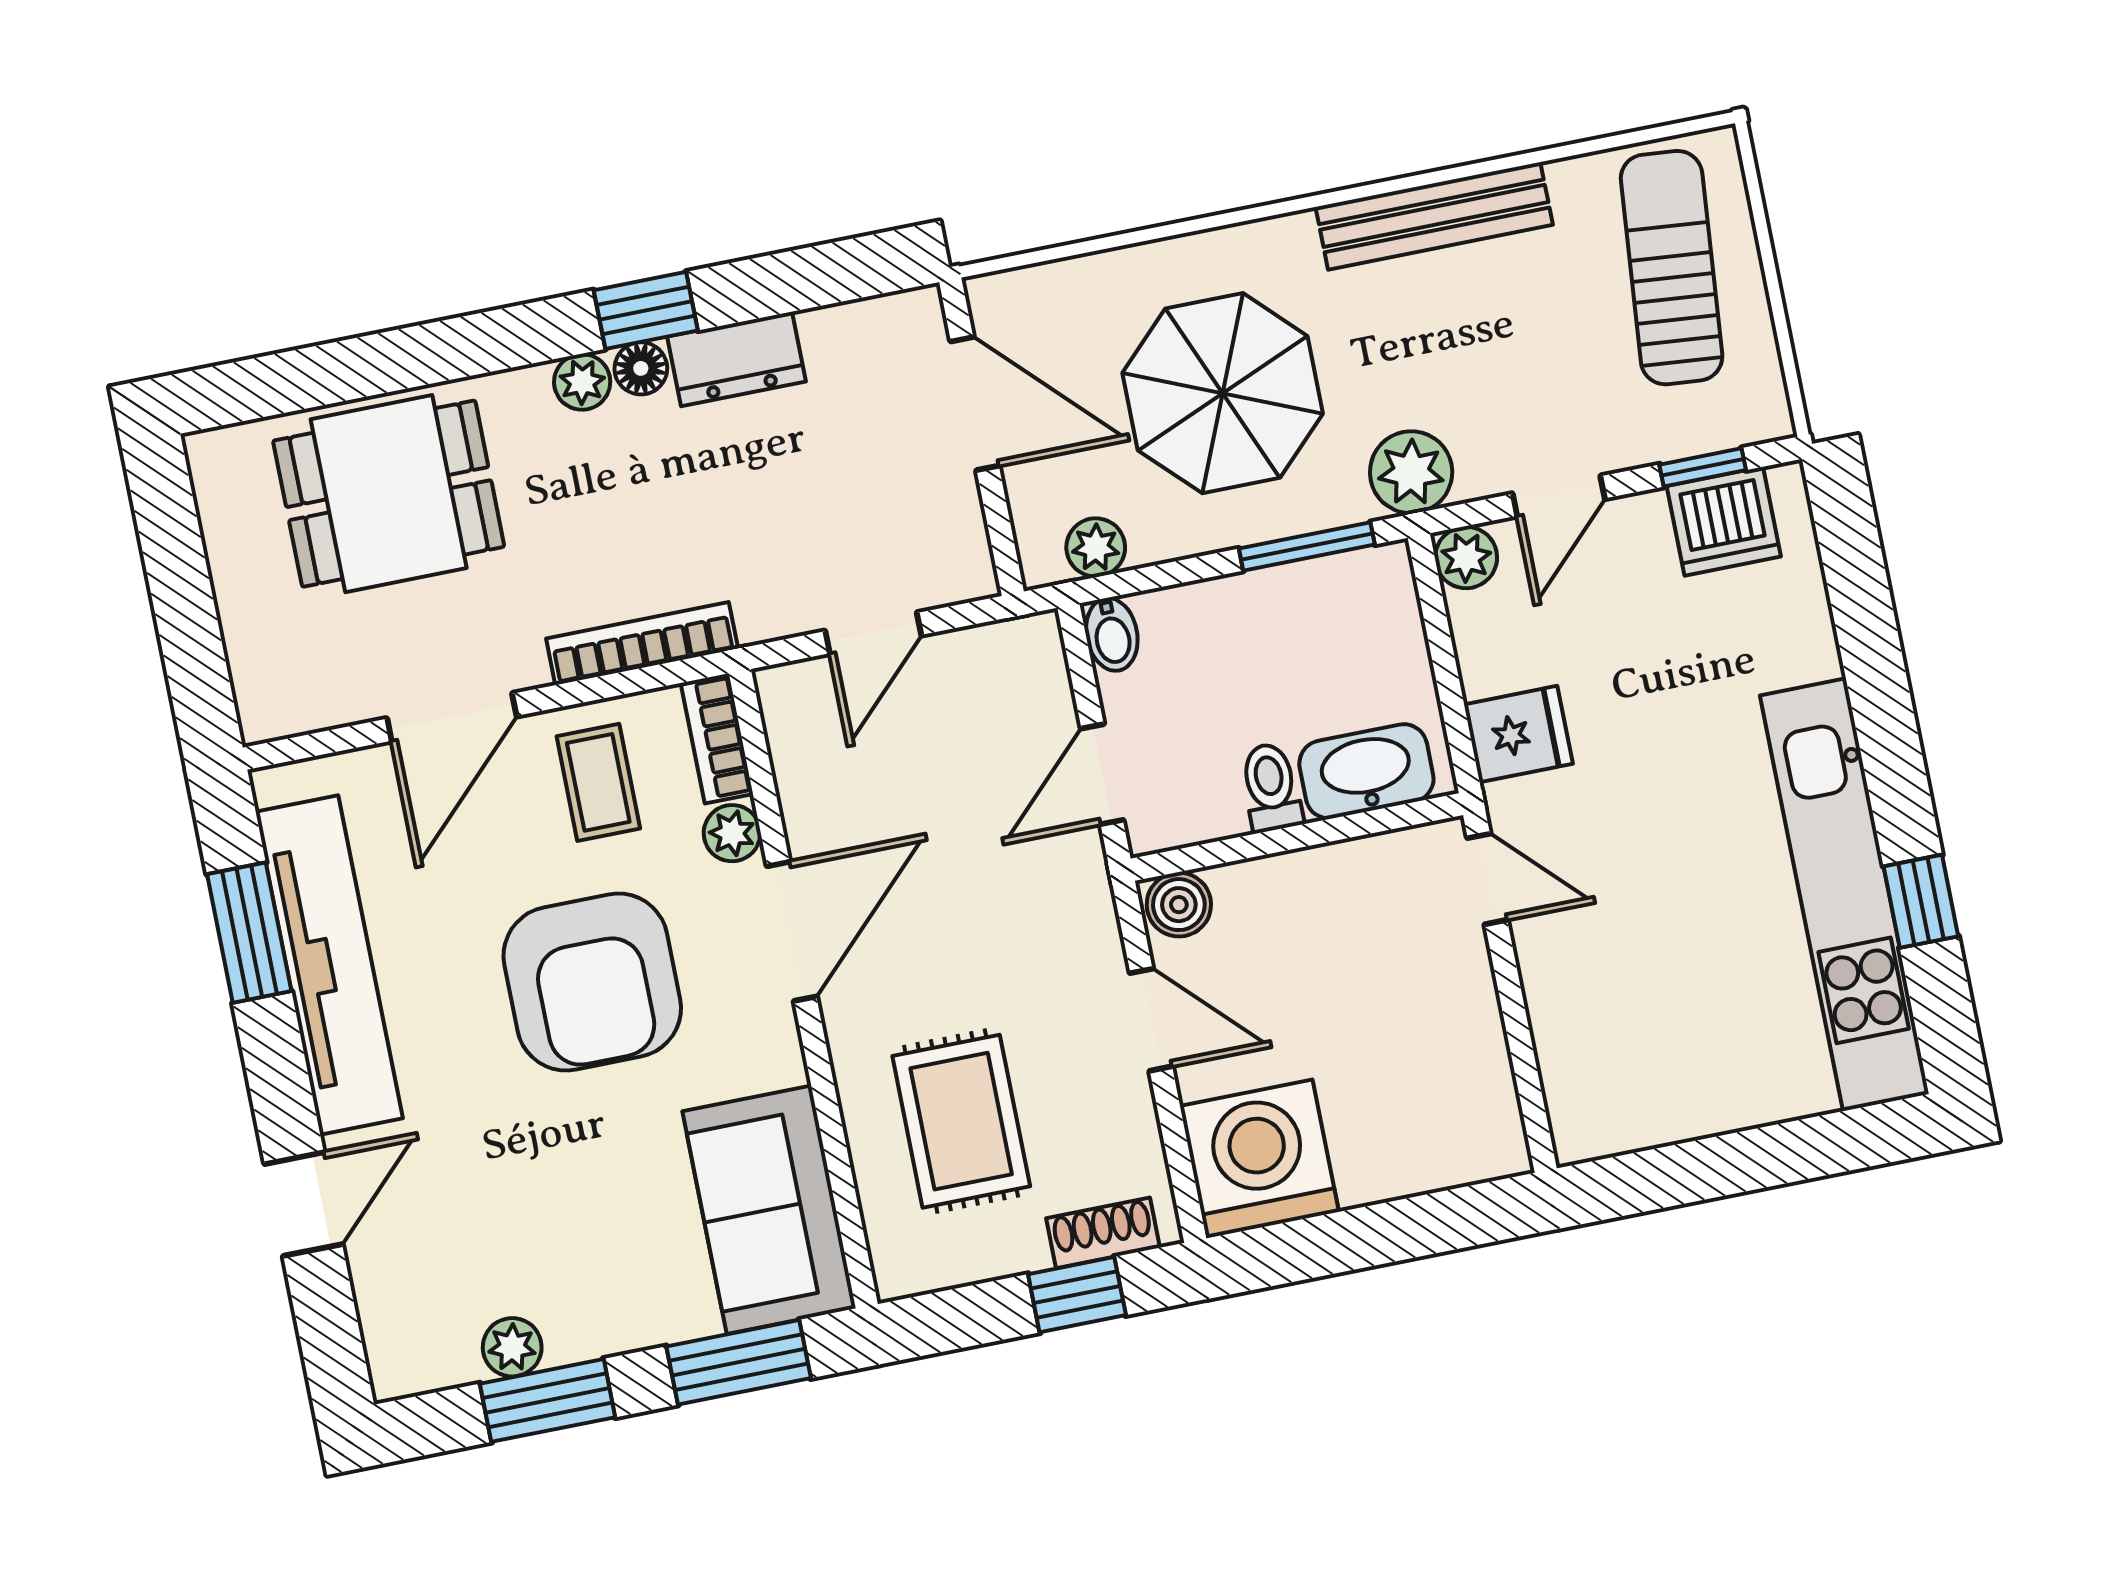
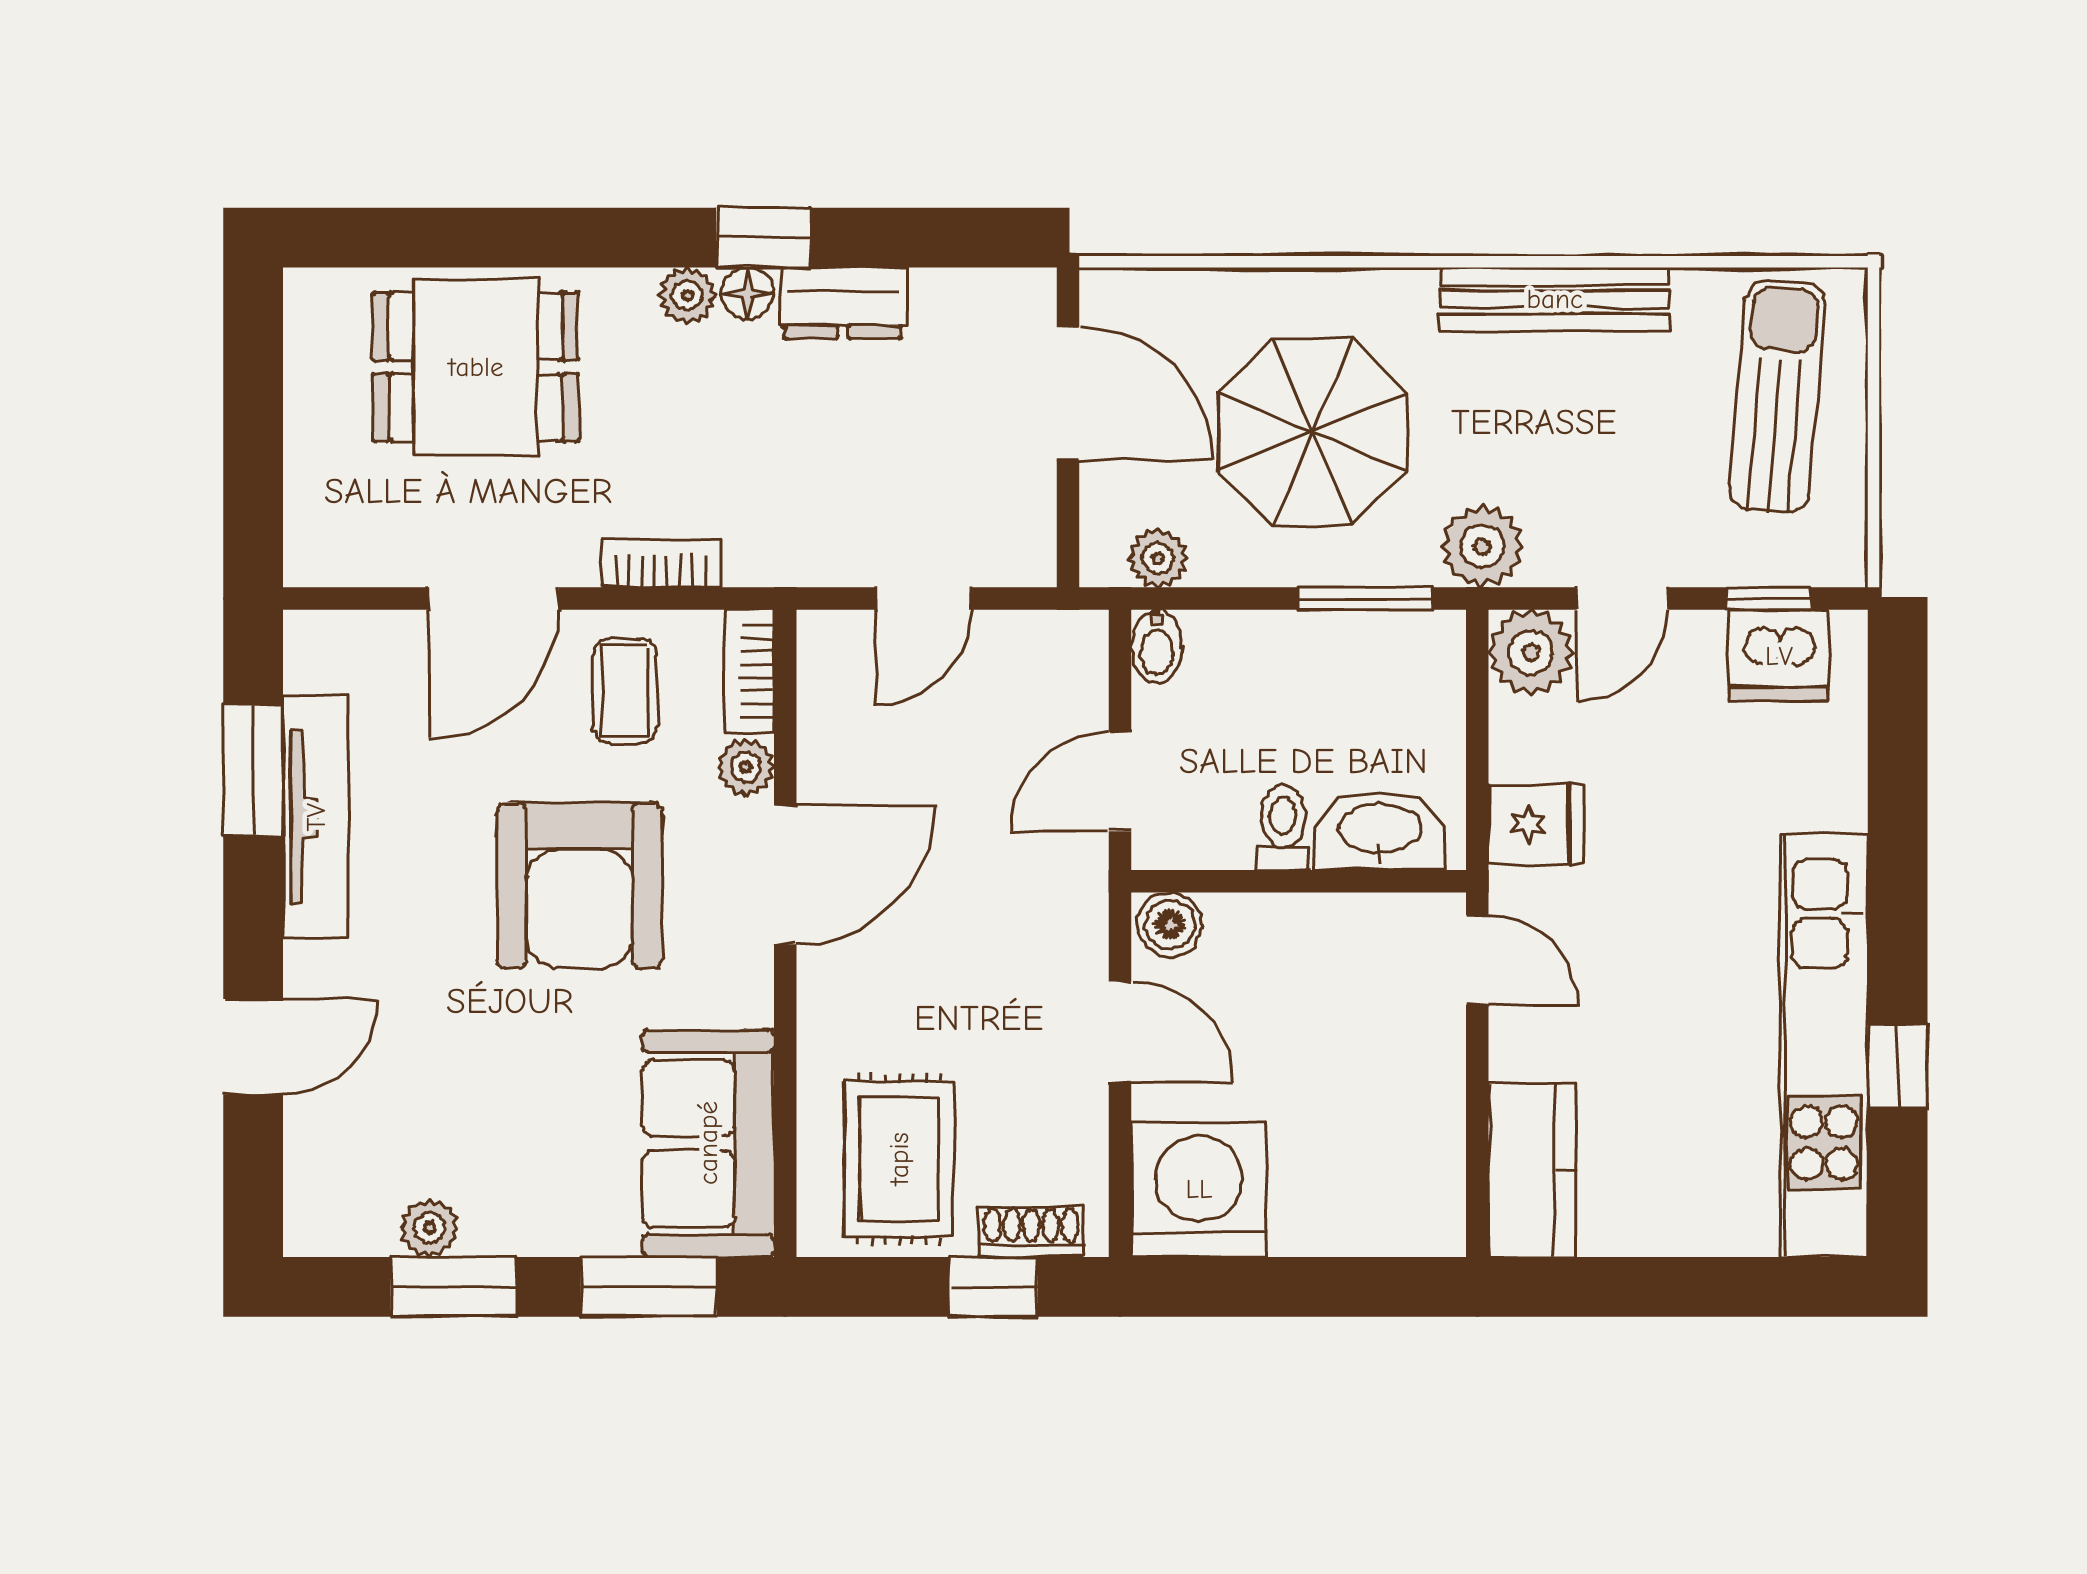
plant: (1466, 558) -> (1531, 652), width x1.38, depth x1.38
bookcase: (642, 644) -> (661, 564), width x0.64
tv unit: (329, 965) -> (316, 817), width x0.73, depth x0.78
kitchen counter: (1582, 1074) -> (1532, 1170), added
rug: (961, 1121) -> (899, 1159), moved

